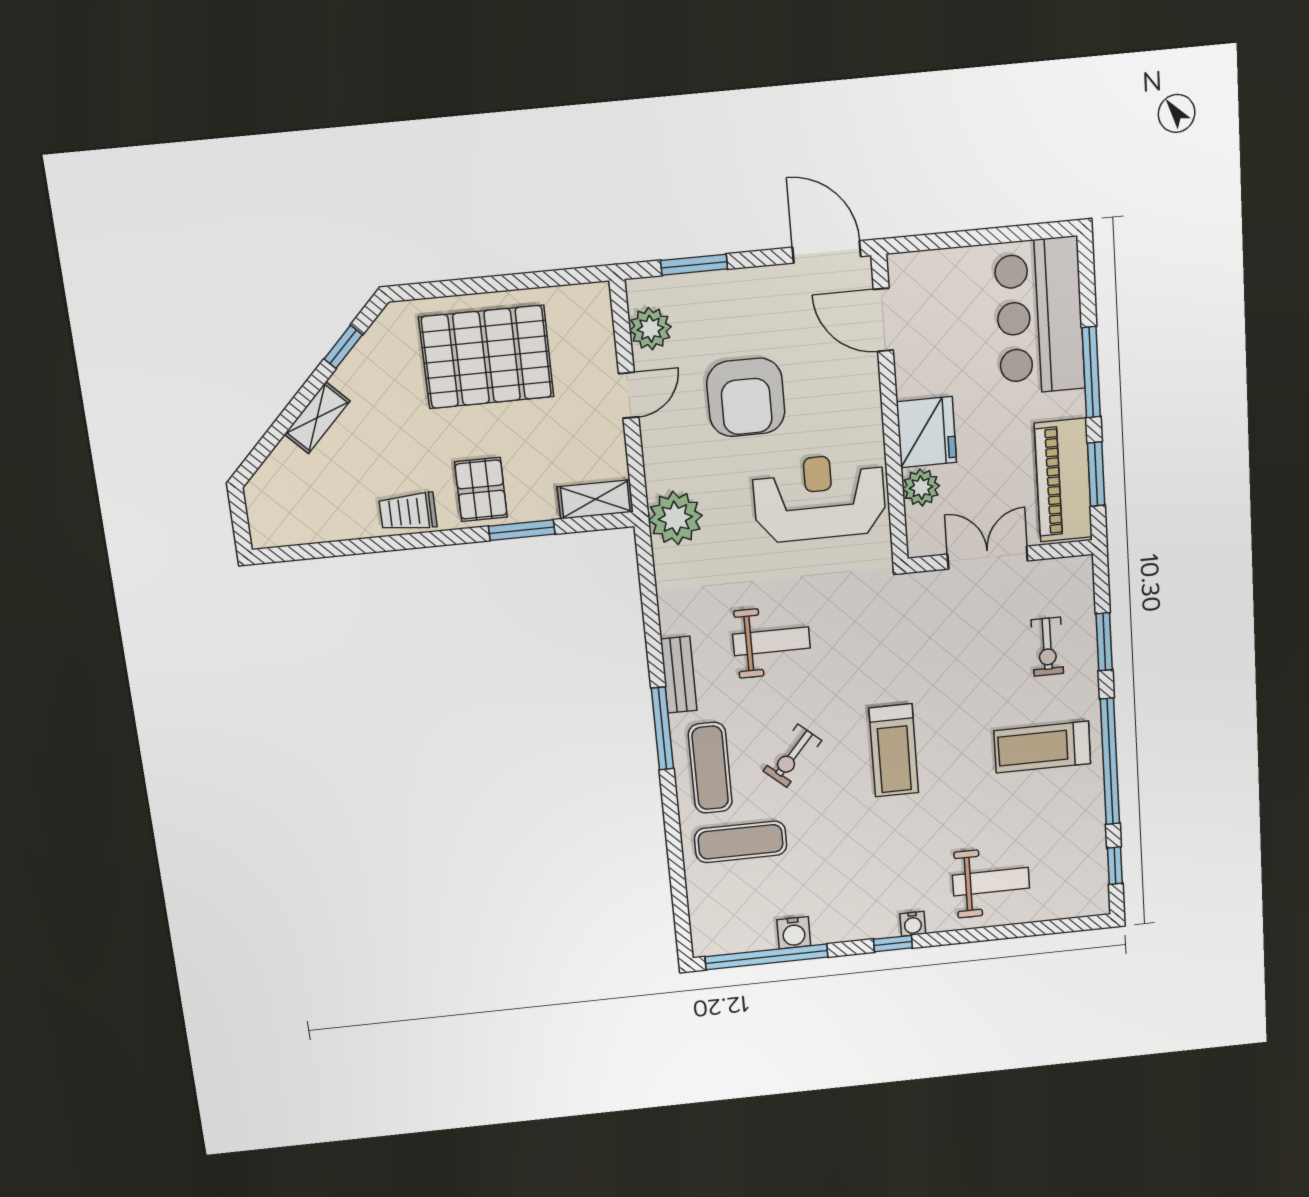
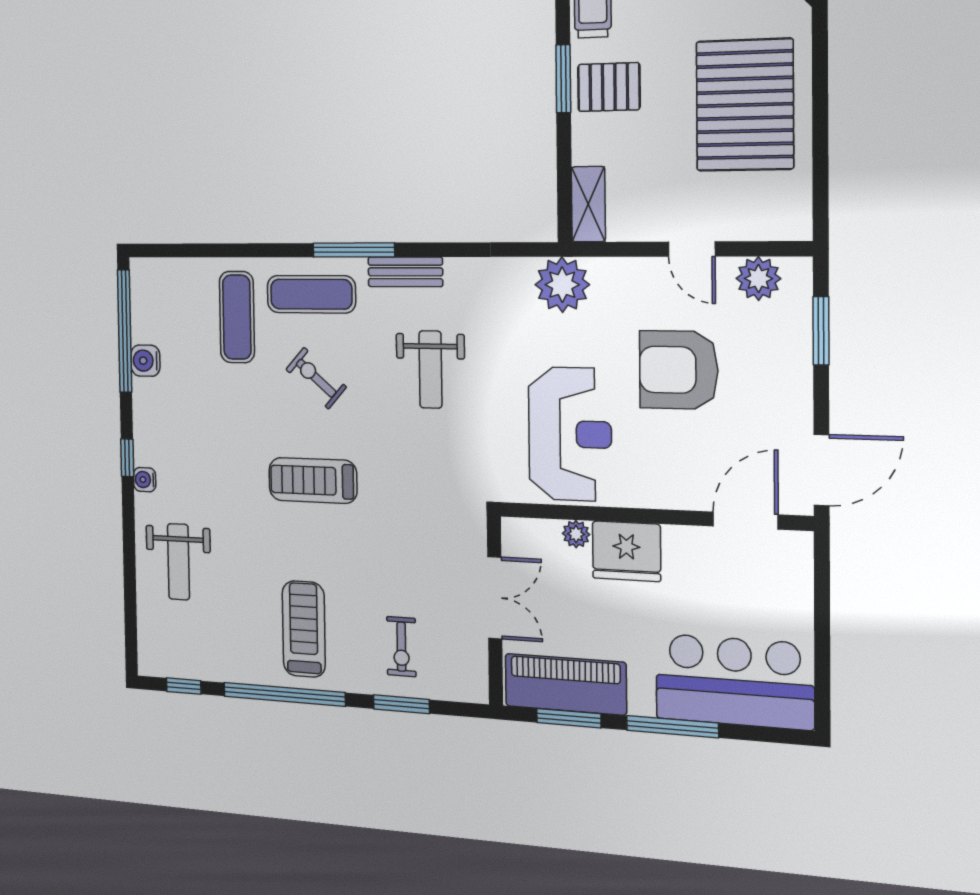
plant: (921, 487) -> (576, 534), width x0.73, depth x0.73
window: (522, 530) -> (563, 79), moved
exercise bike: (1047, 647) -> (401, 647), turned -90

